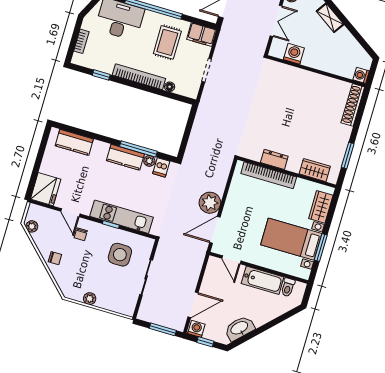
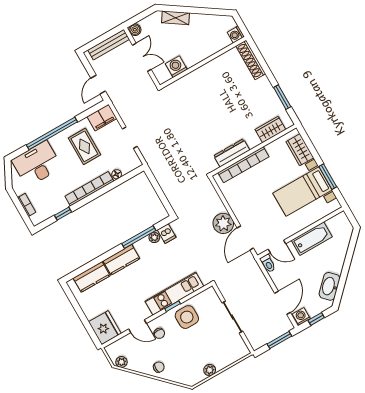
kitchen counter: (125, 157) -> (121, 260), moved
dresser: (274, 159) -> (232, 153), width x1.44
side table: (120, 255) -> (187, 317), moved
toilet: (288, 287) -> (268, 263), moved

